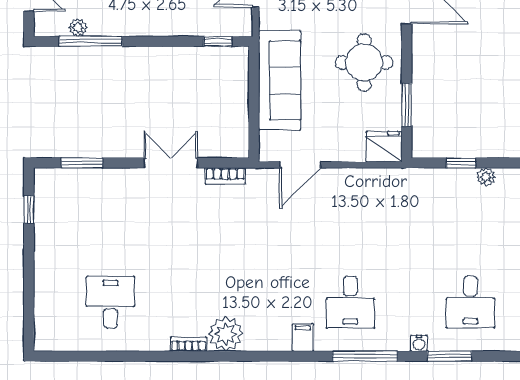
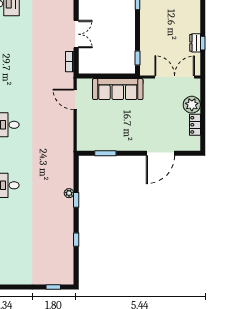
round table: (364, 63) -> (127, 132), removed
fridge: (384, 147) -> (84, 142), removed
window: (461, 163) -> (76, 200), moved

